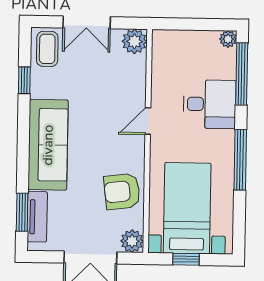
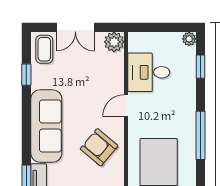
window: (242, 74) -> (201, 67), width x0.46
desk: (209, 104) -> (149, 72), moved, turned 180
armchair: (122, 191) -> (99, 147), moved, turned 47

